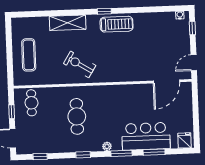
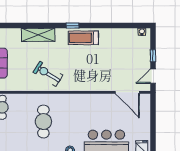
treadmill: (117, 24) -> (83, 38), turned 180
window: (192, 28) -> (153, 56), moved
door: (167, 81) -> (127, 92), hinge flipped

